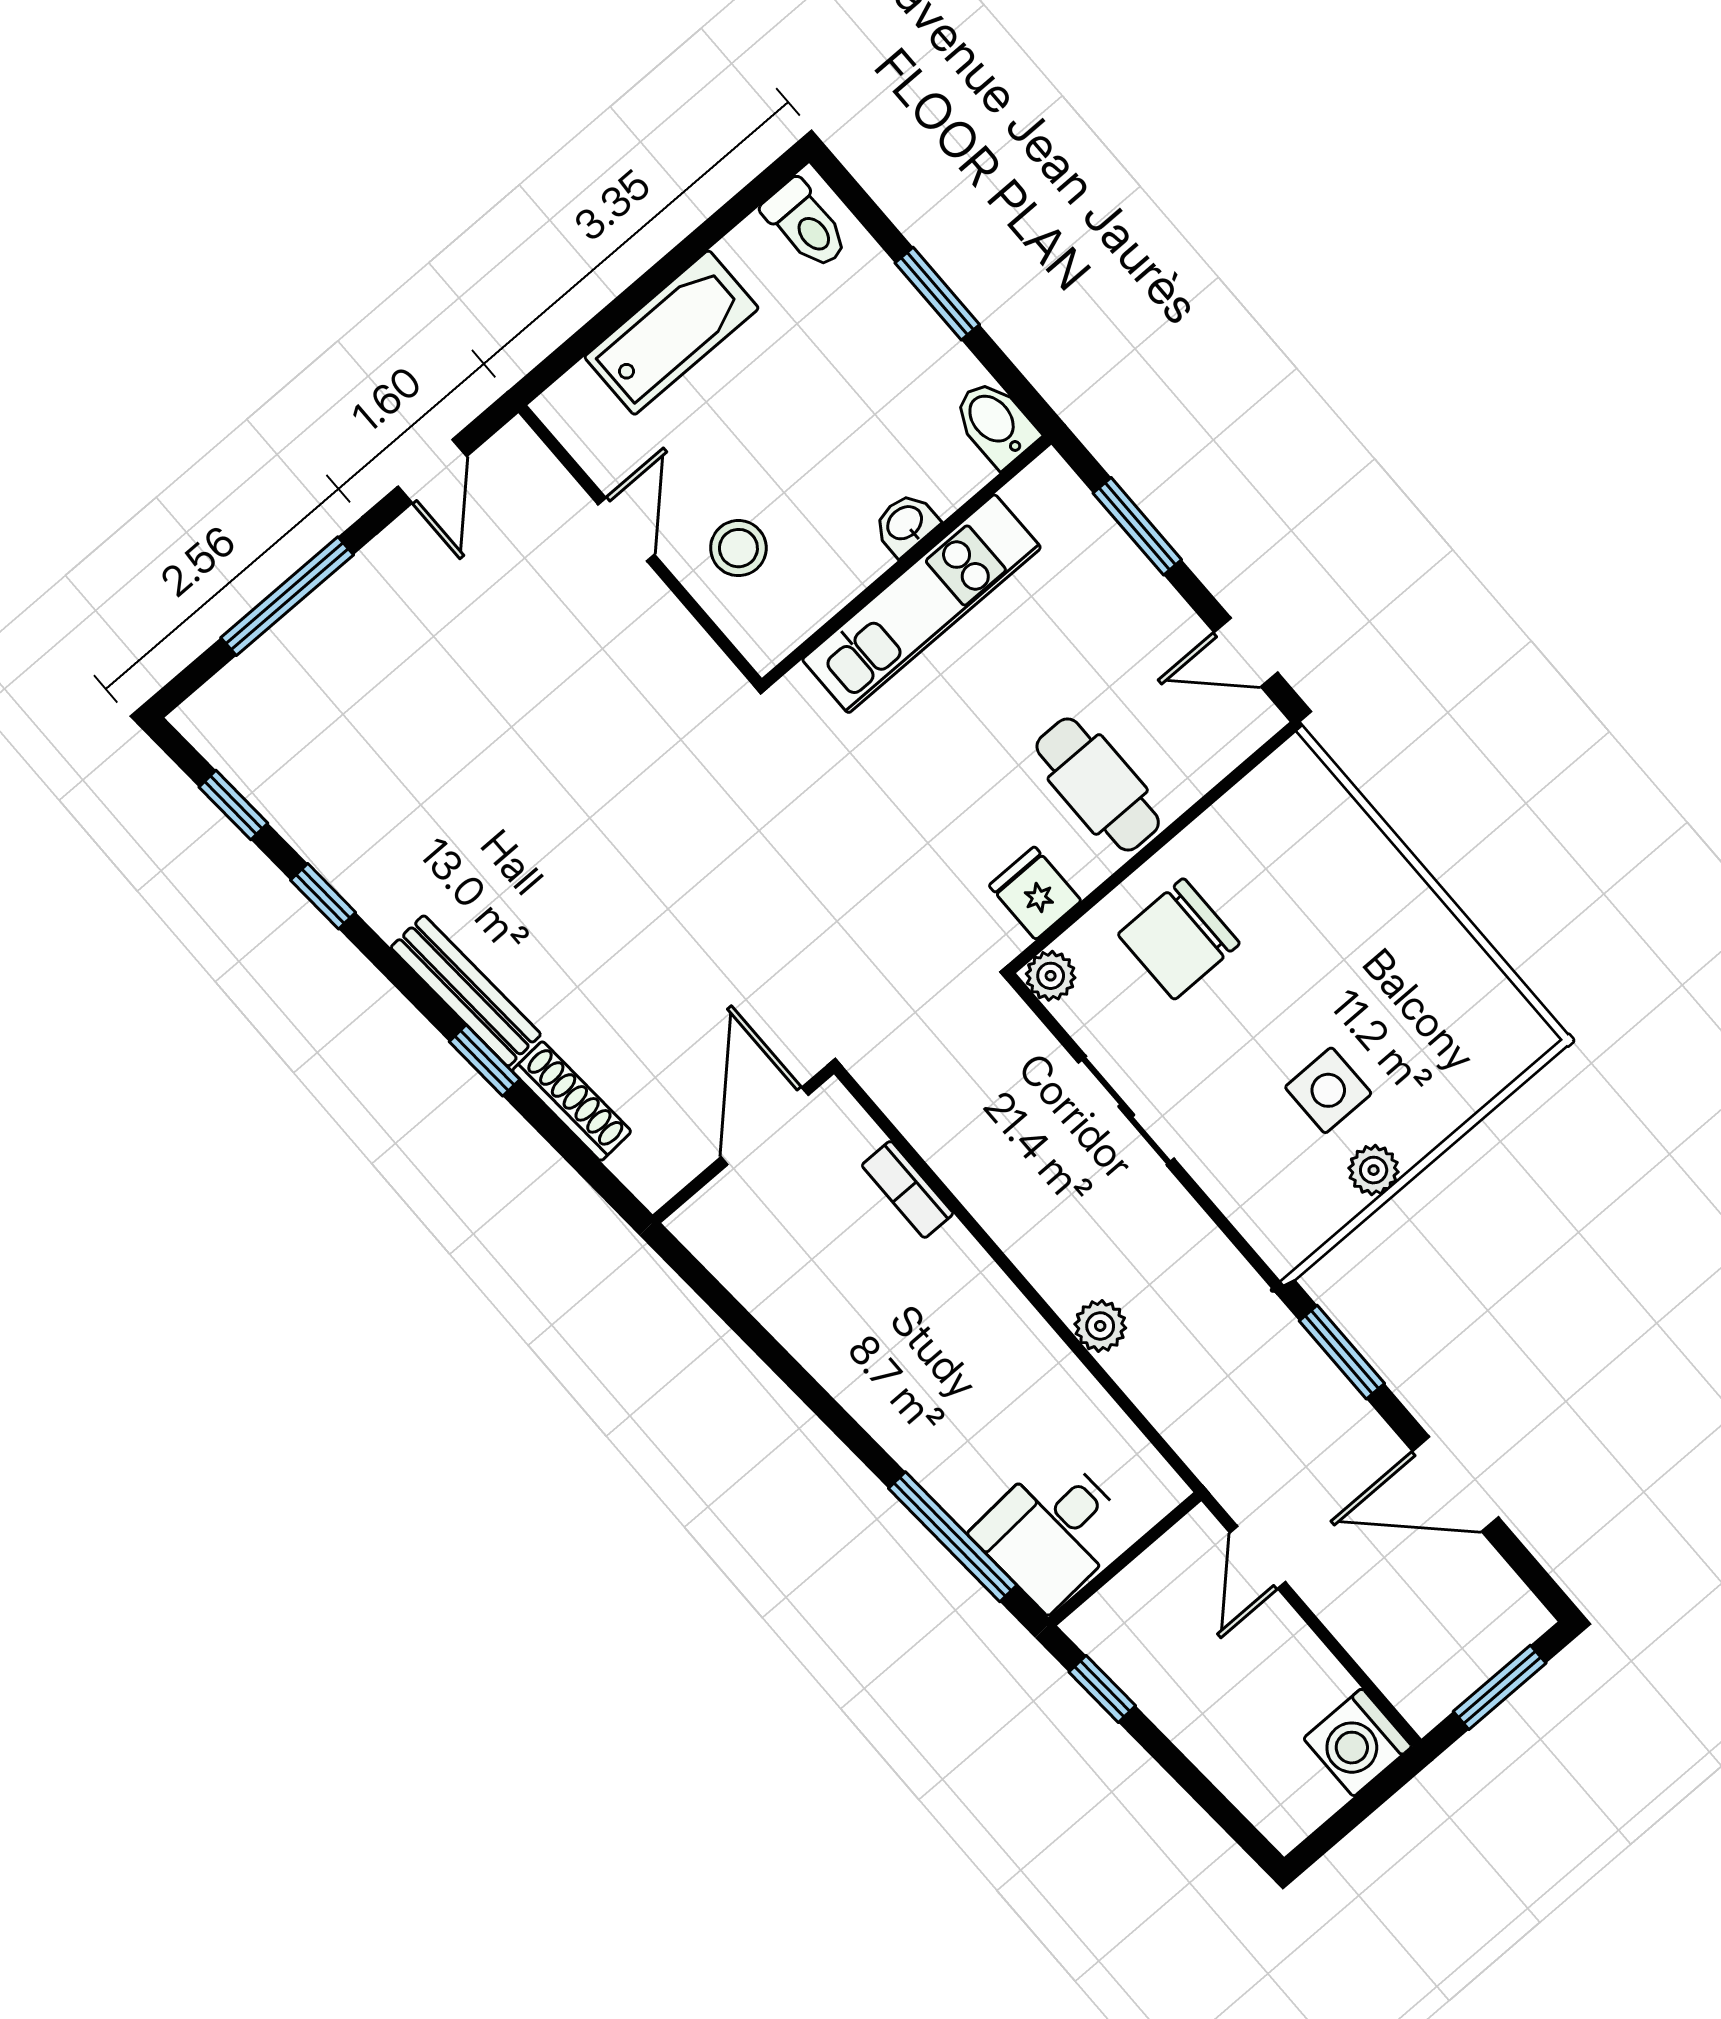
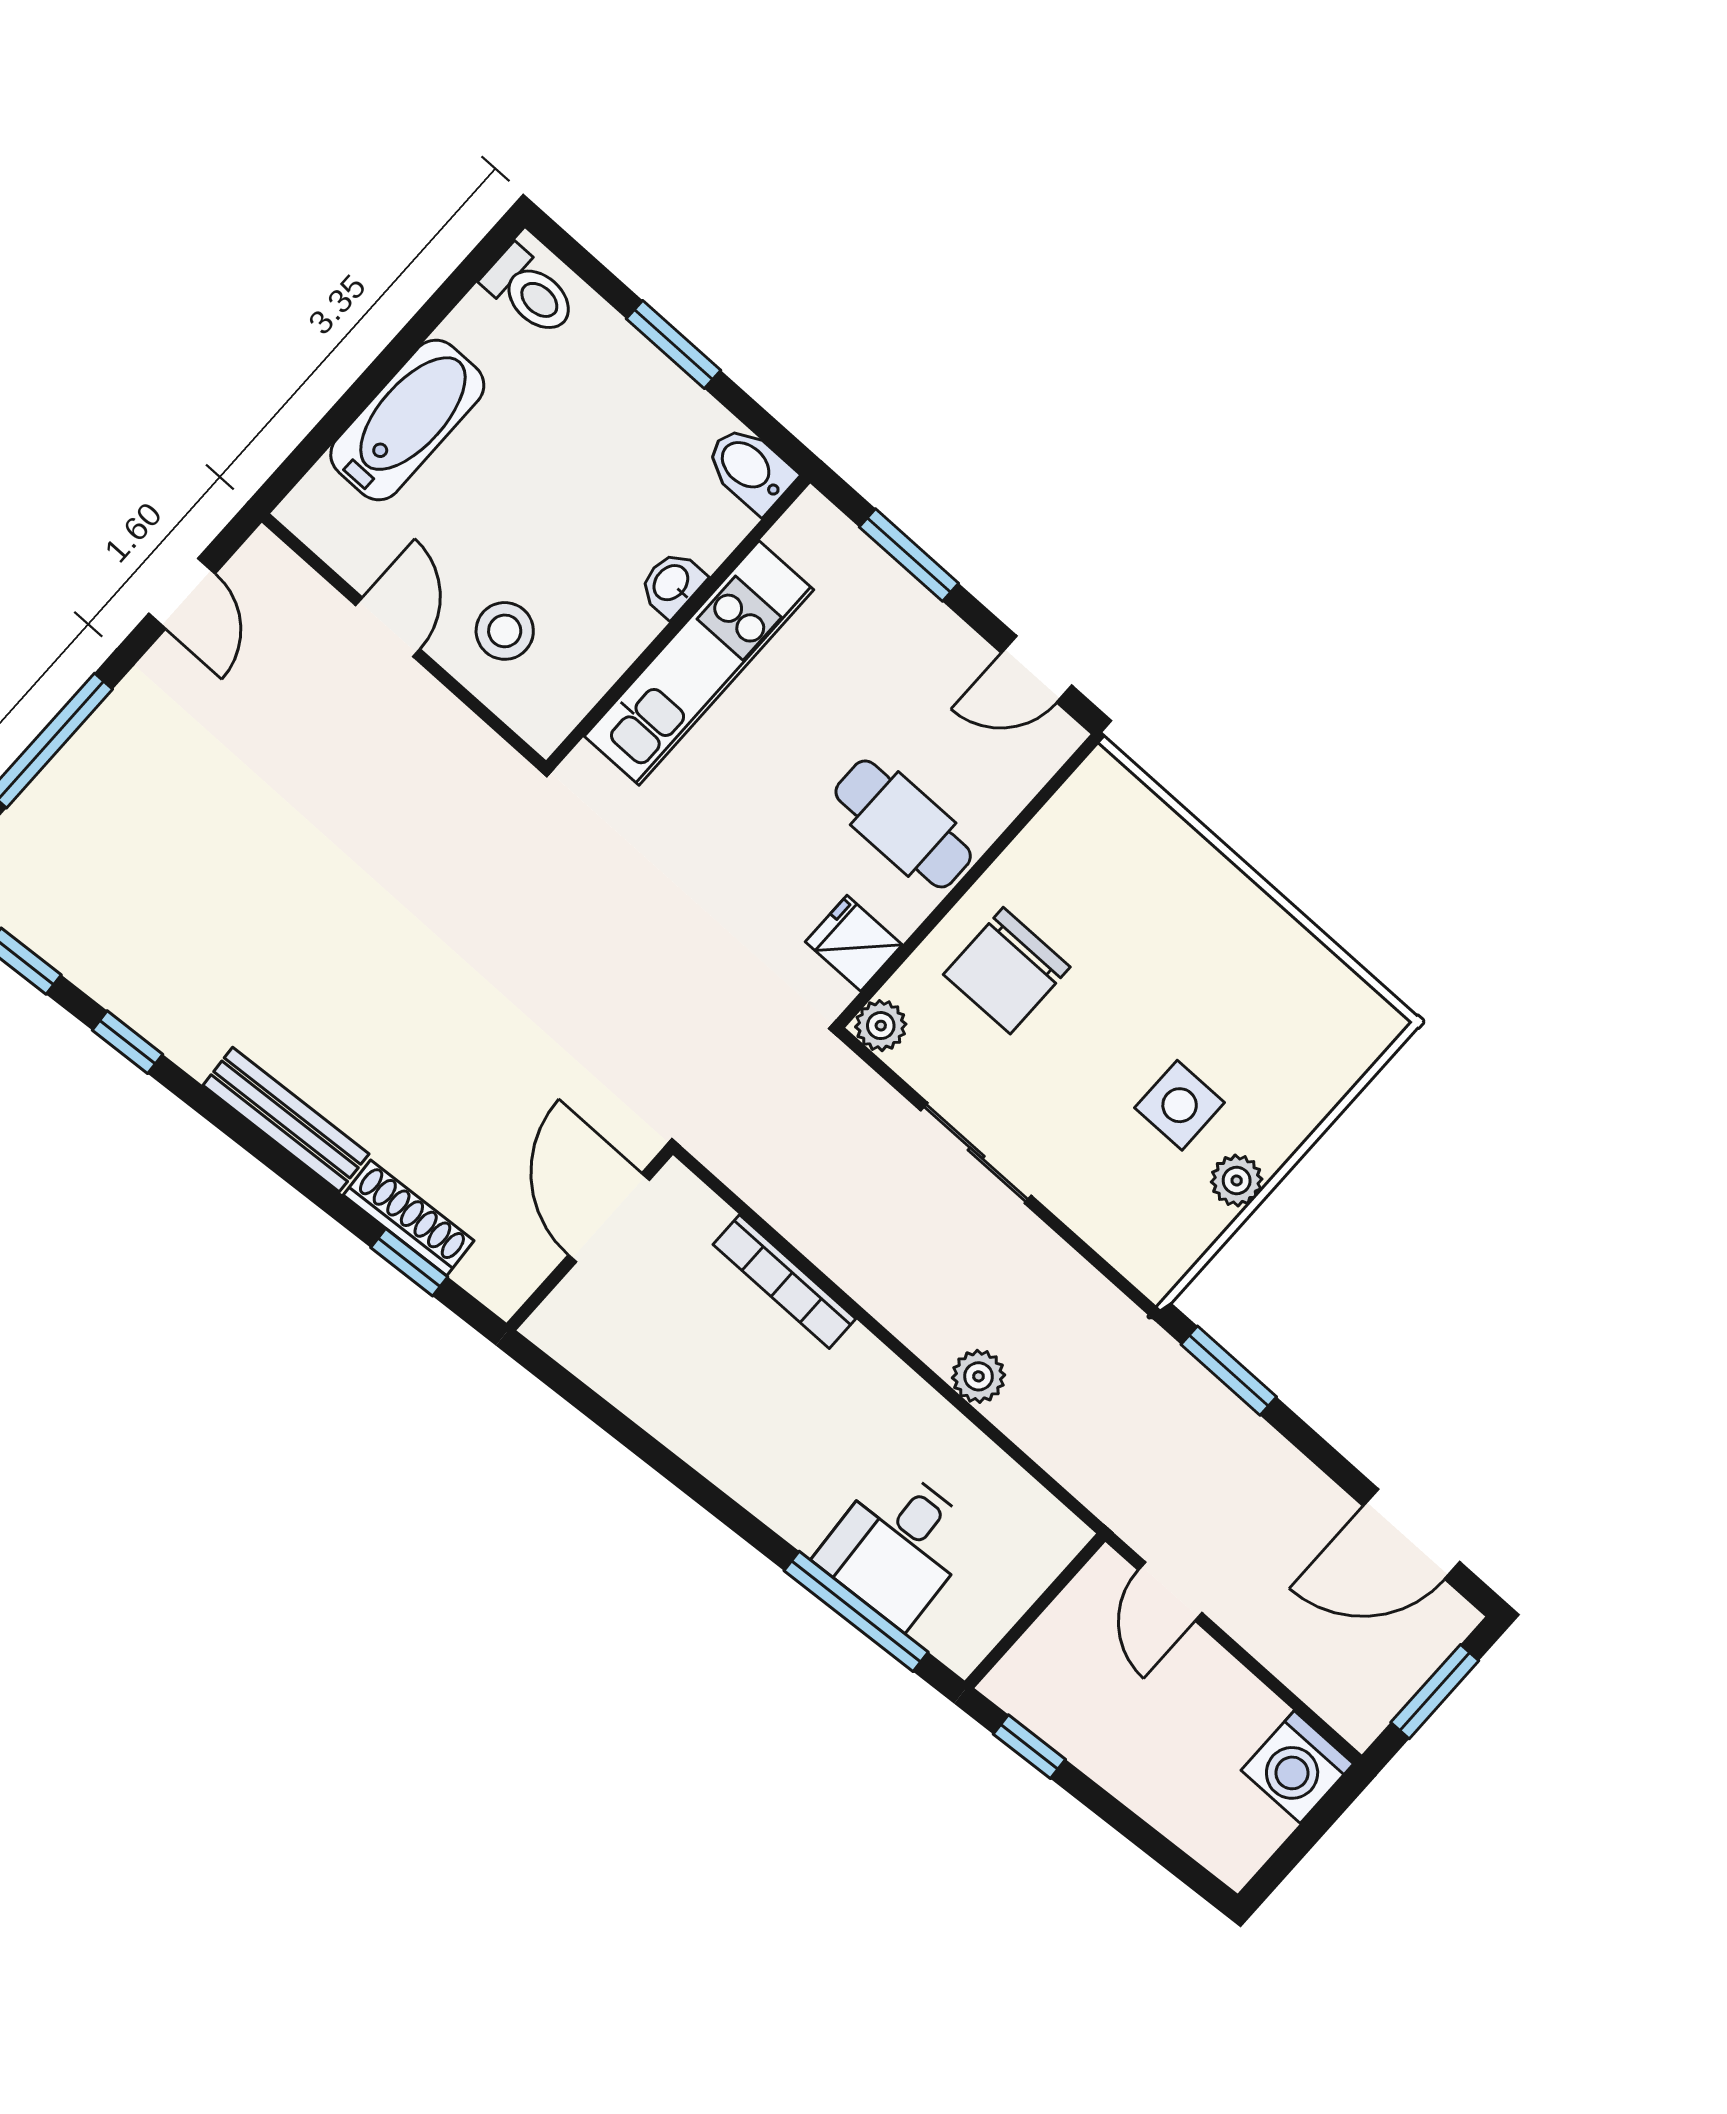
window: (484, 1060) -> (409, 1262), moved
bookcase: (908, 1189) -> (784, 1282), width x1.56
door: (1455, 1484) -> (1411, 1534), moved
desk: (1052, 1531) -> (897, 1546), moved

